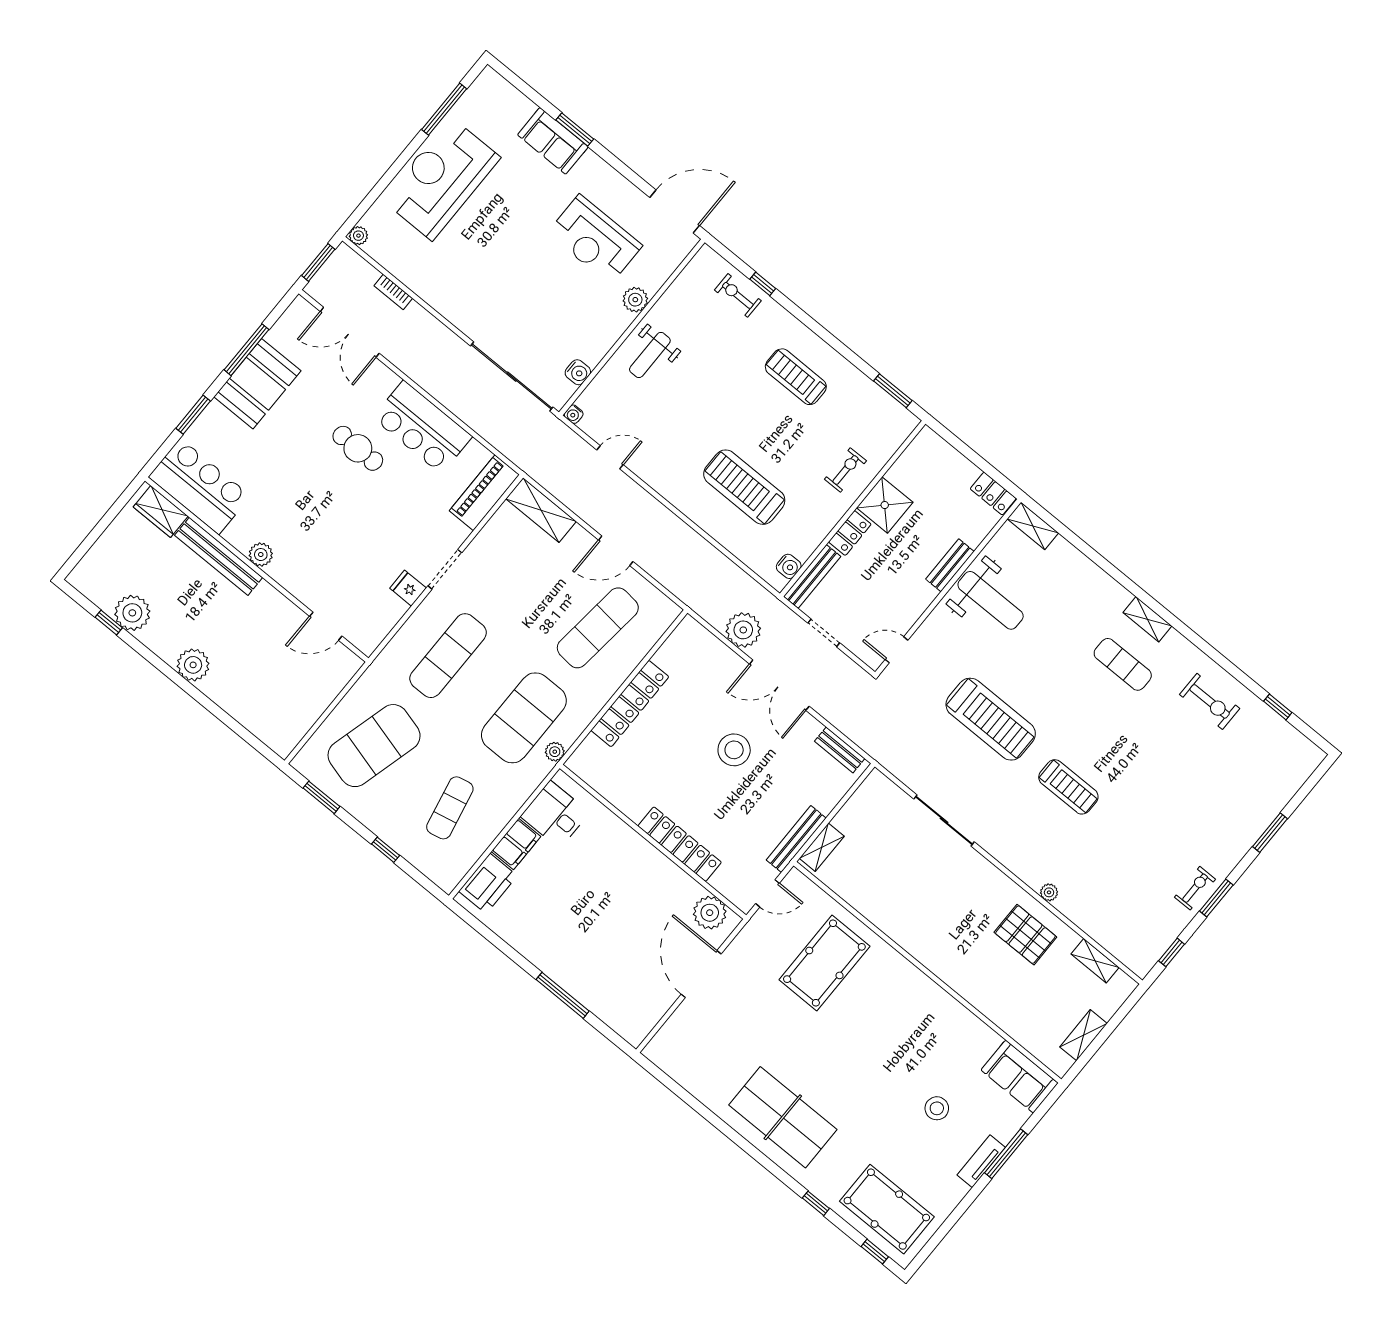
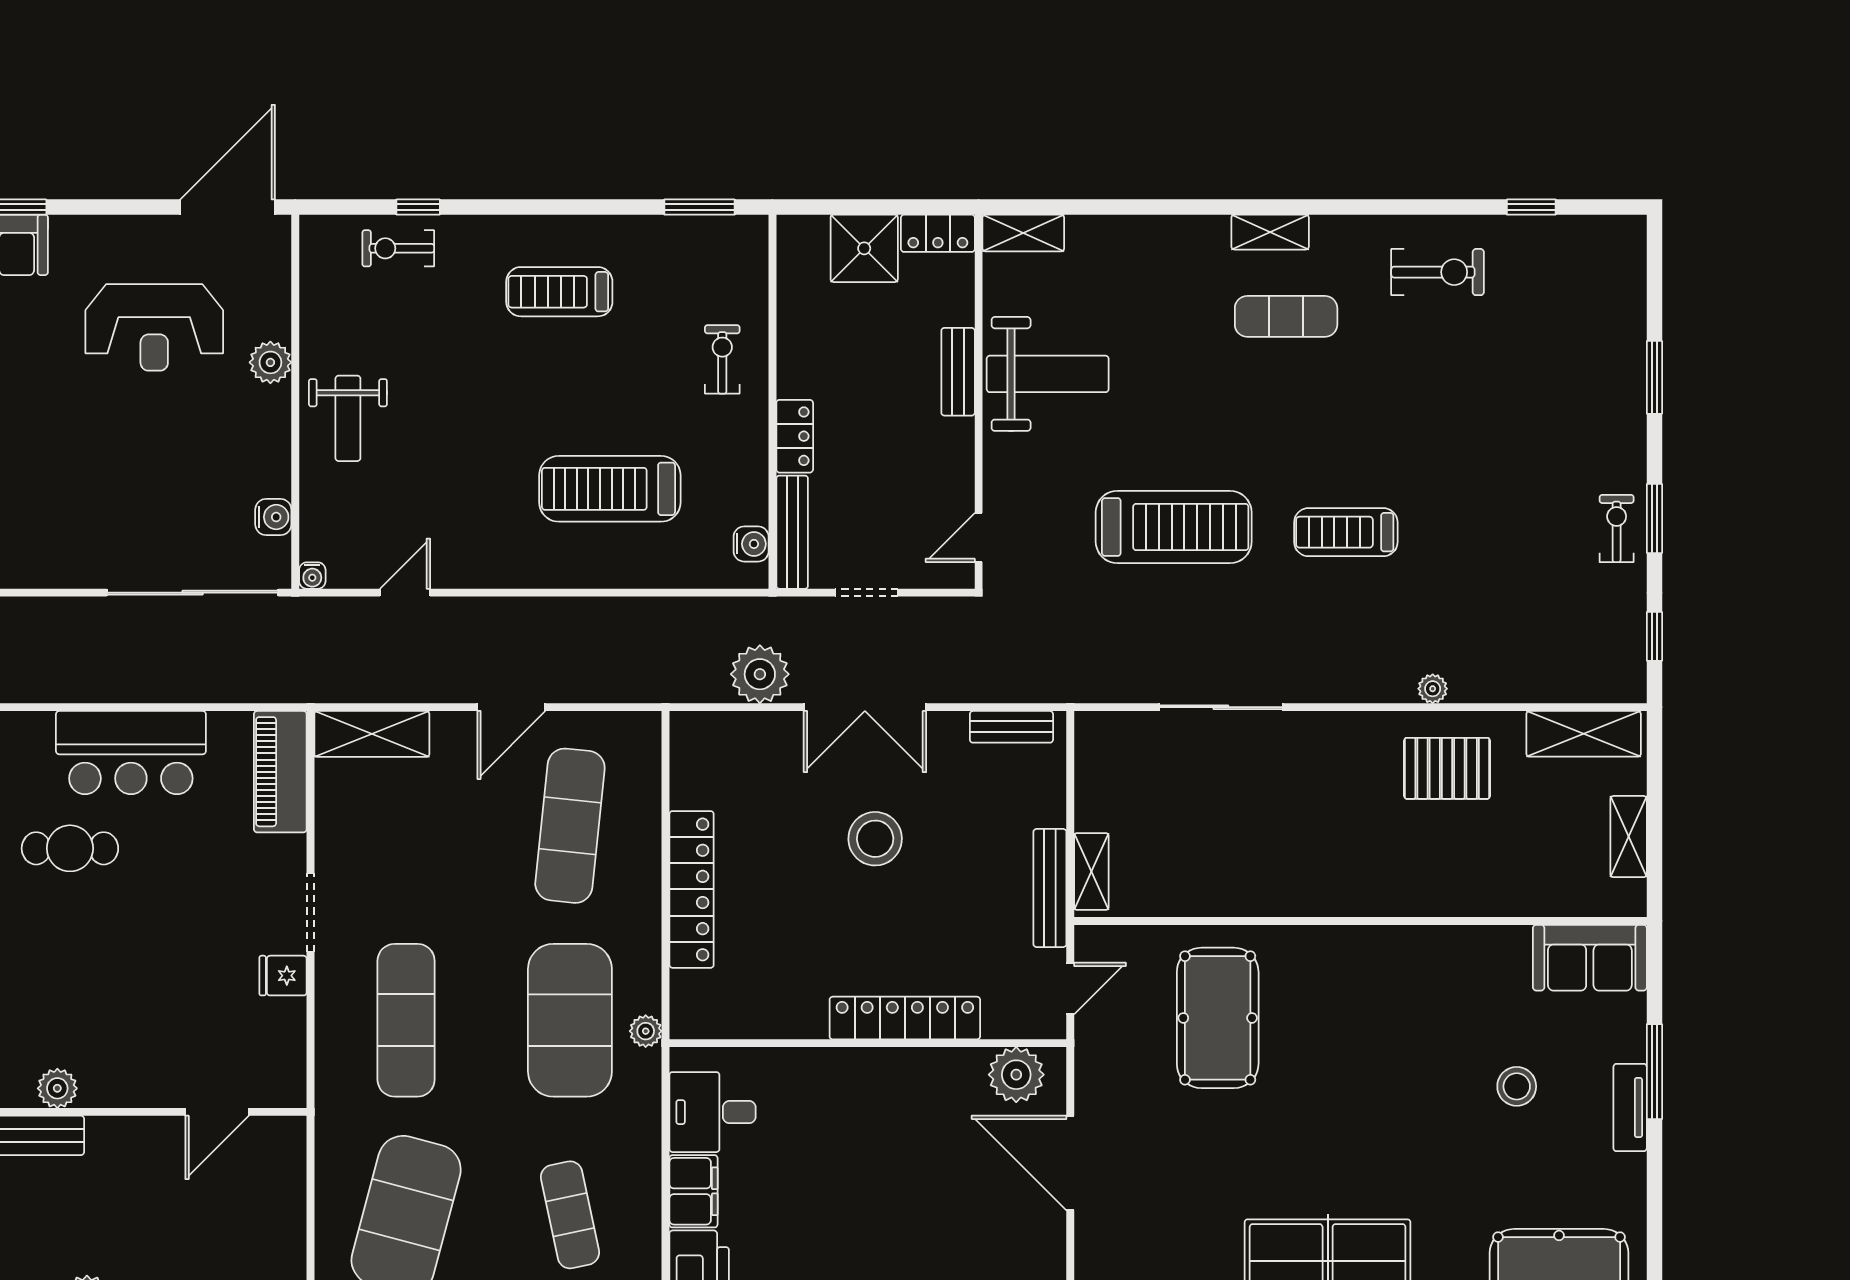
shower: (885, 505) -> (864, 248), moved
treadmill: (1068, 787) -> (1346, 532), turned 180
shelving: (1095, 961) -> (1584, 734), width x1.50, depth x1.33

